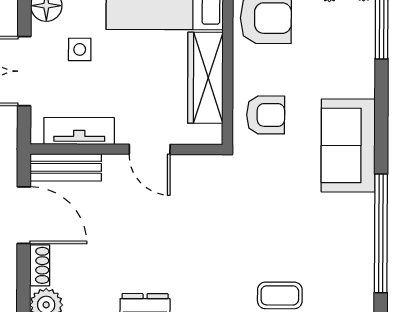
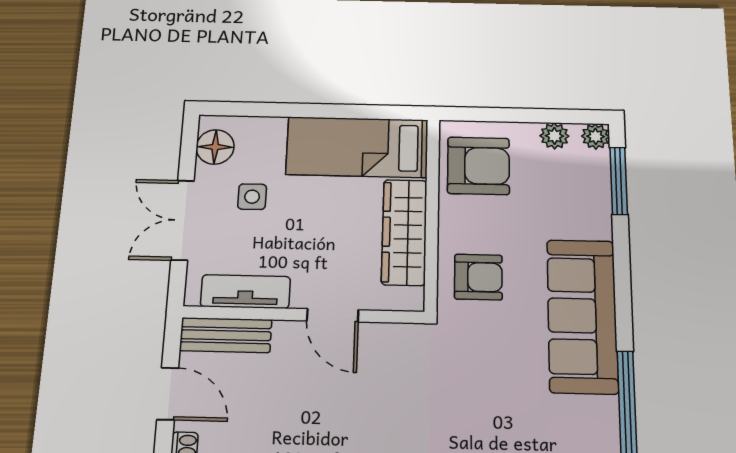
sofa: (348, 145) -> (582, 316), width x1.36
door: (24, 215) -> (168, 394), width x0.73

